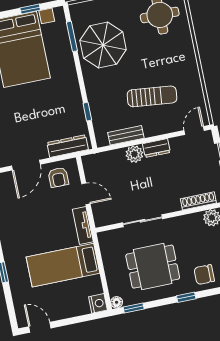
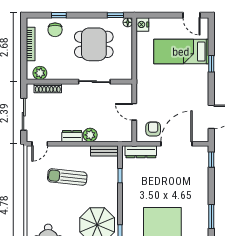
bench: (126, 135) -> (104, 151), moved
door: (26, 165) -> (176, 144), width x1.36
tv unit: (83, 225) -> (142, 88), removed
bed: (63, 265) -> (181, 52), moved, turned 180
chair: (204, 275) -> (55, 30), turned 90
window: (186, 297) -> (59, 15), moved

